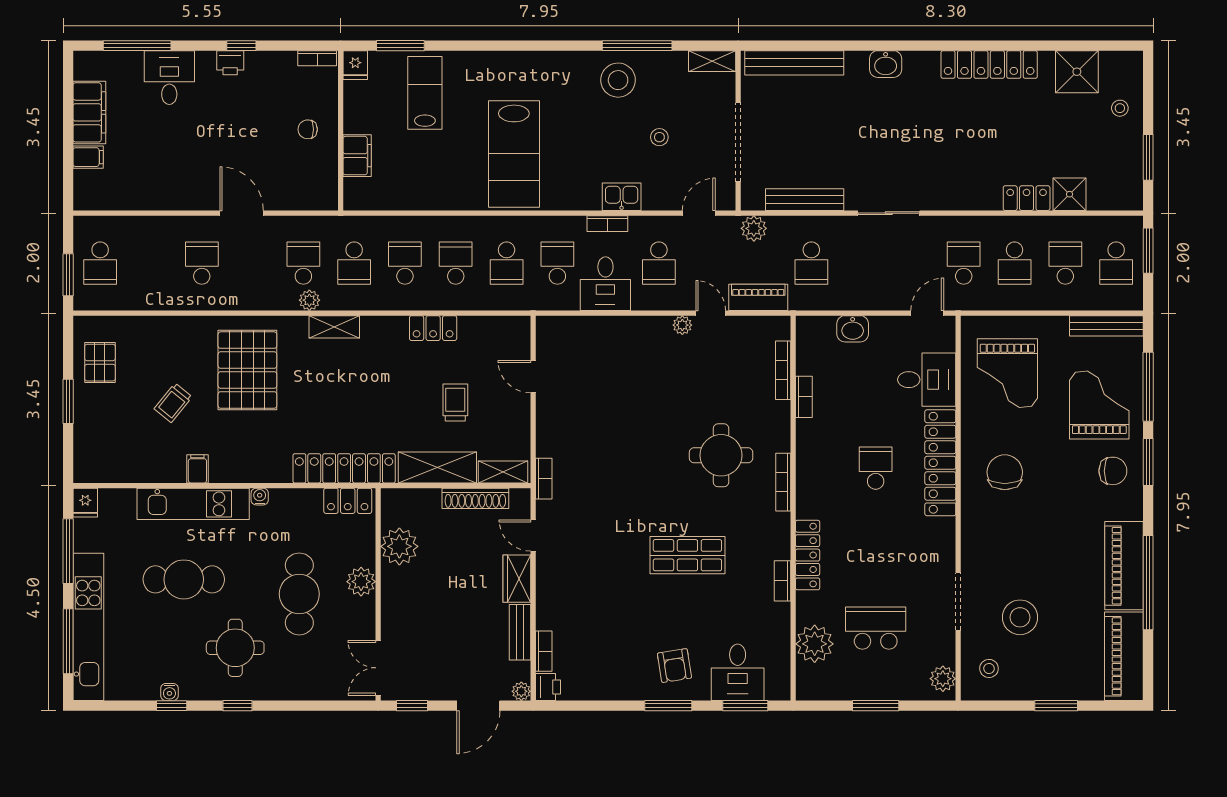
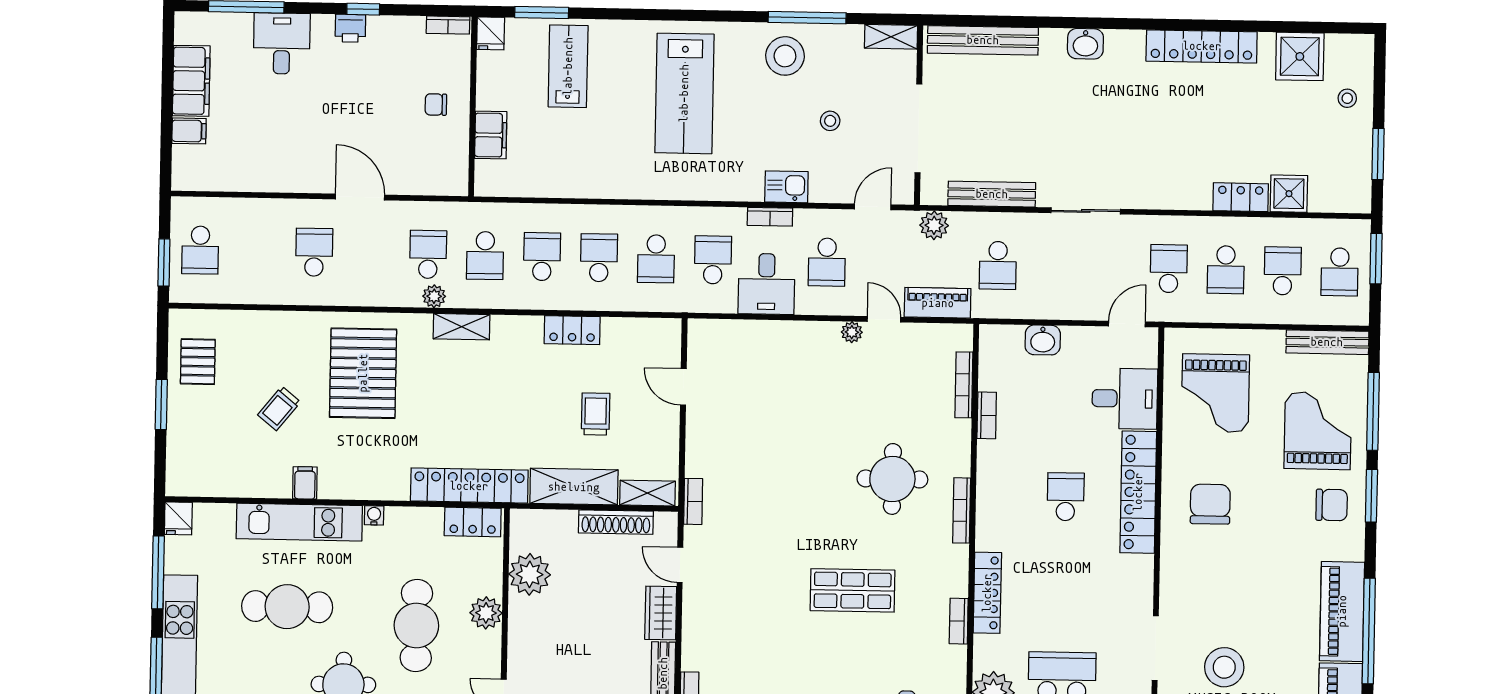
lab bench: (514, 154) -> (684, 93), moved

